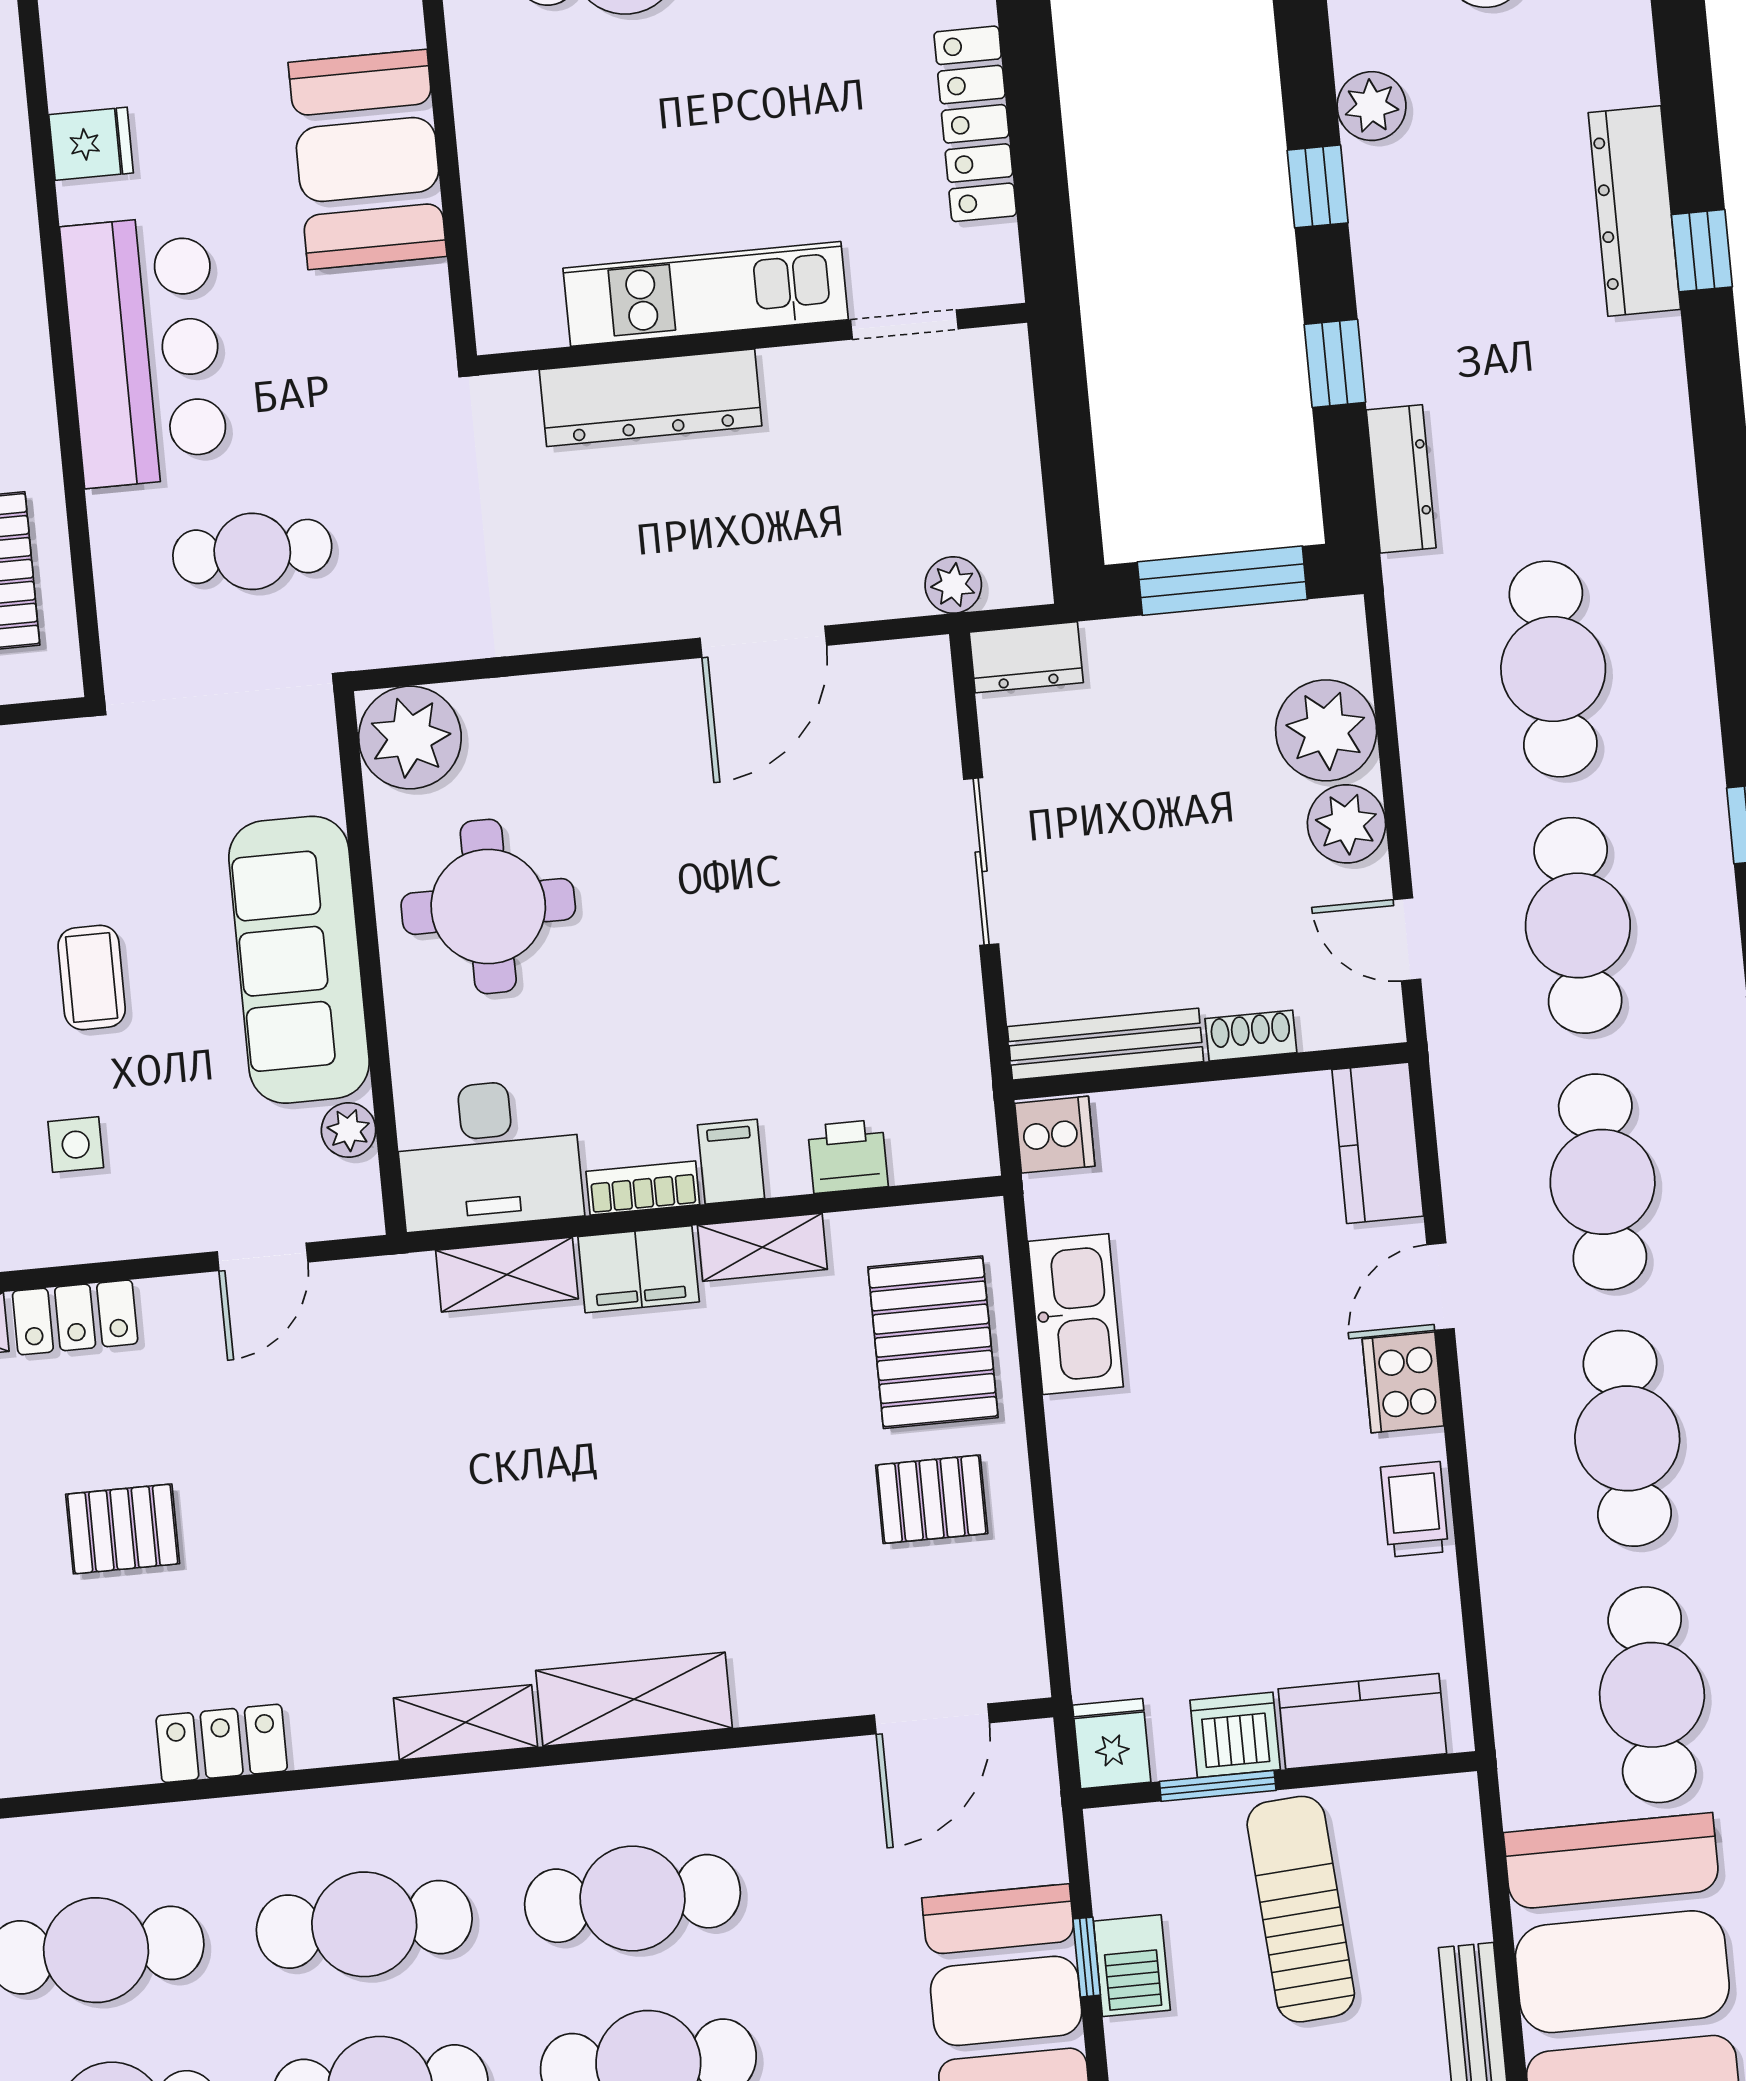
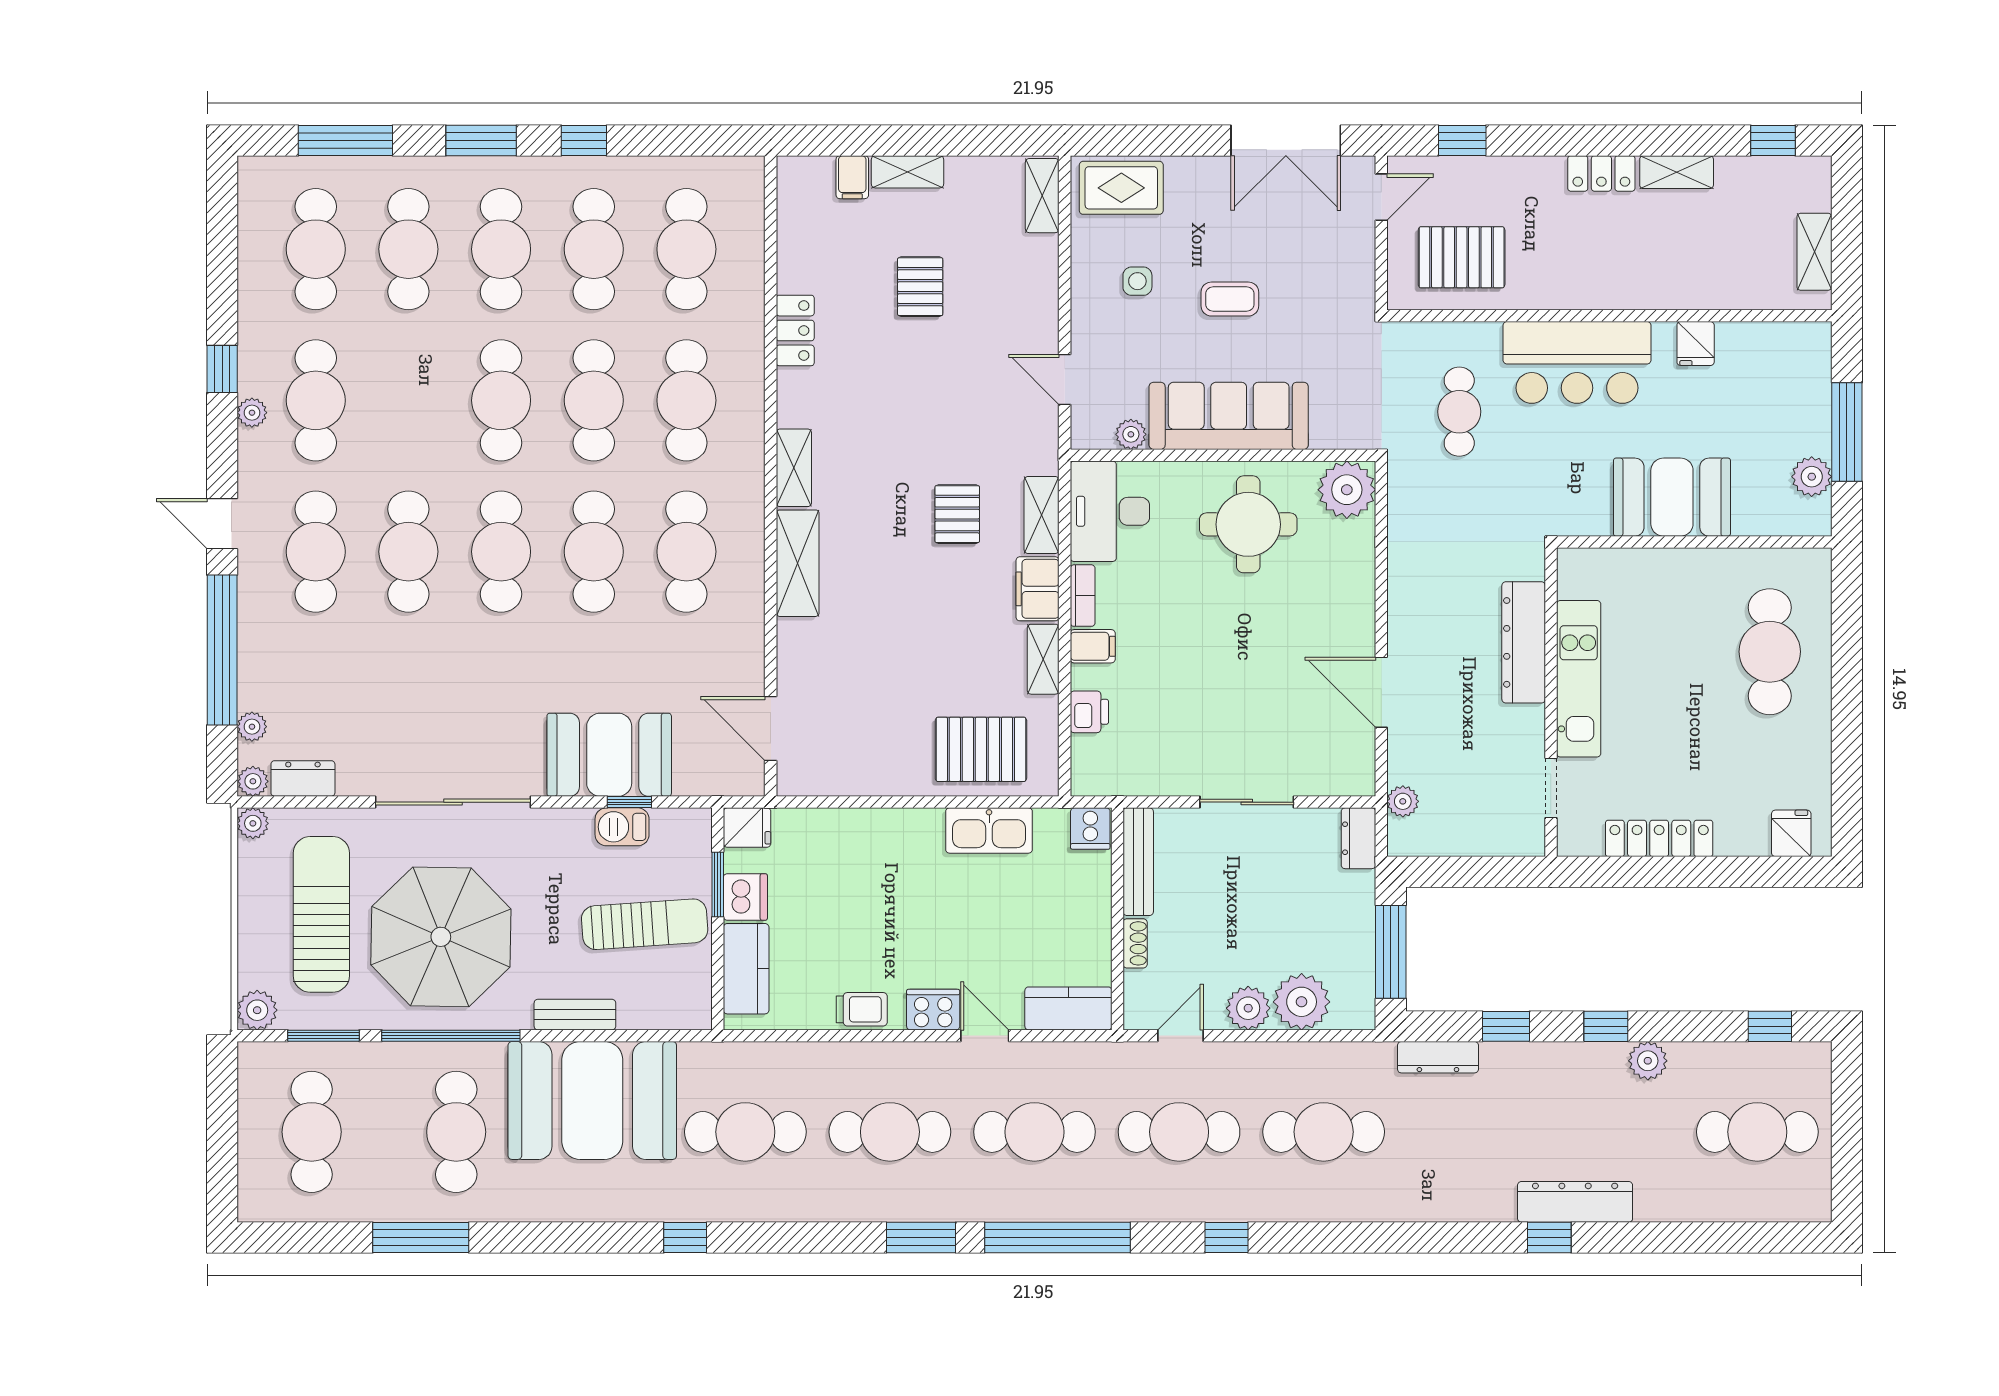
locker: (75, 1317) -> (1041, 271), removed
pallet: (932, 1499) -> (957, 514), moved

